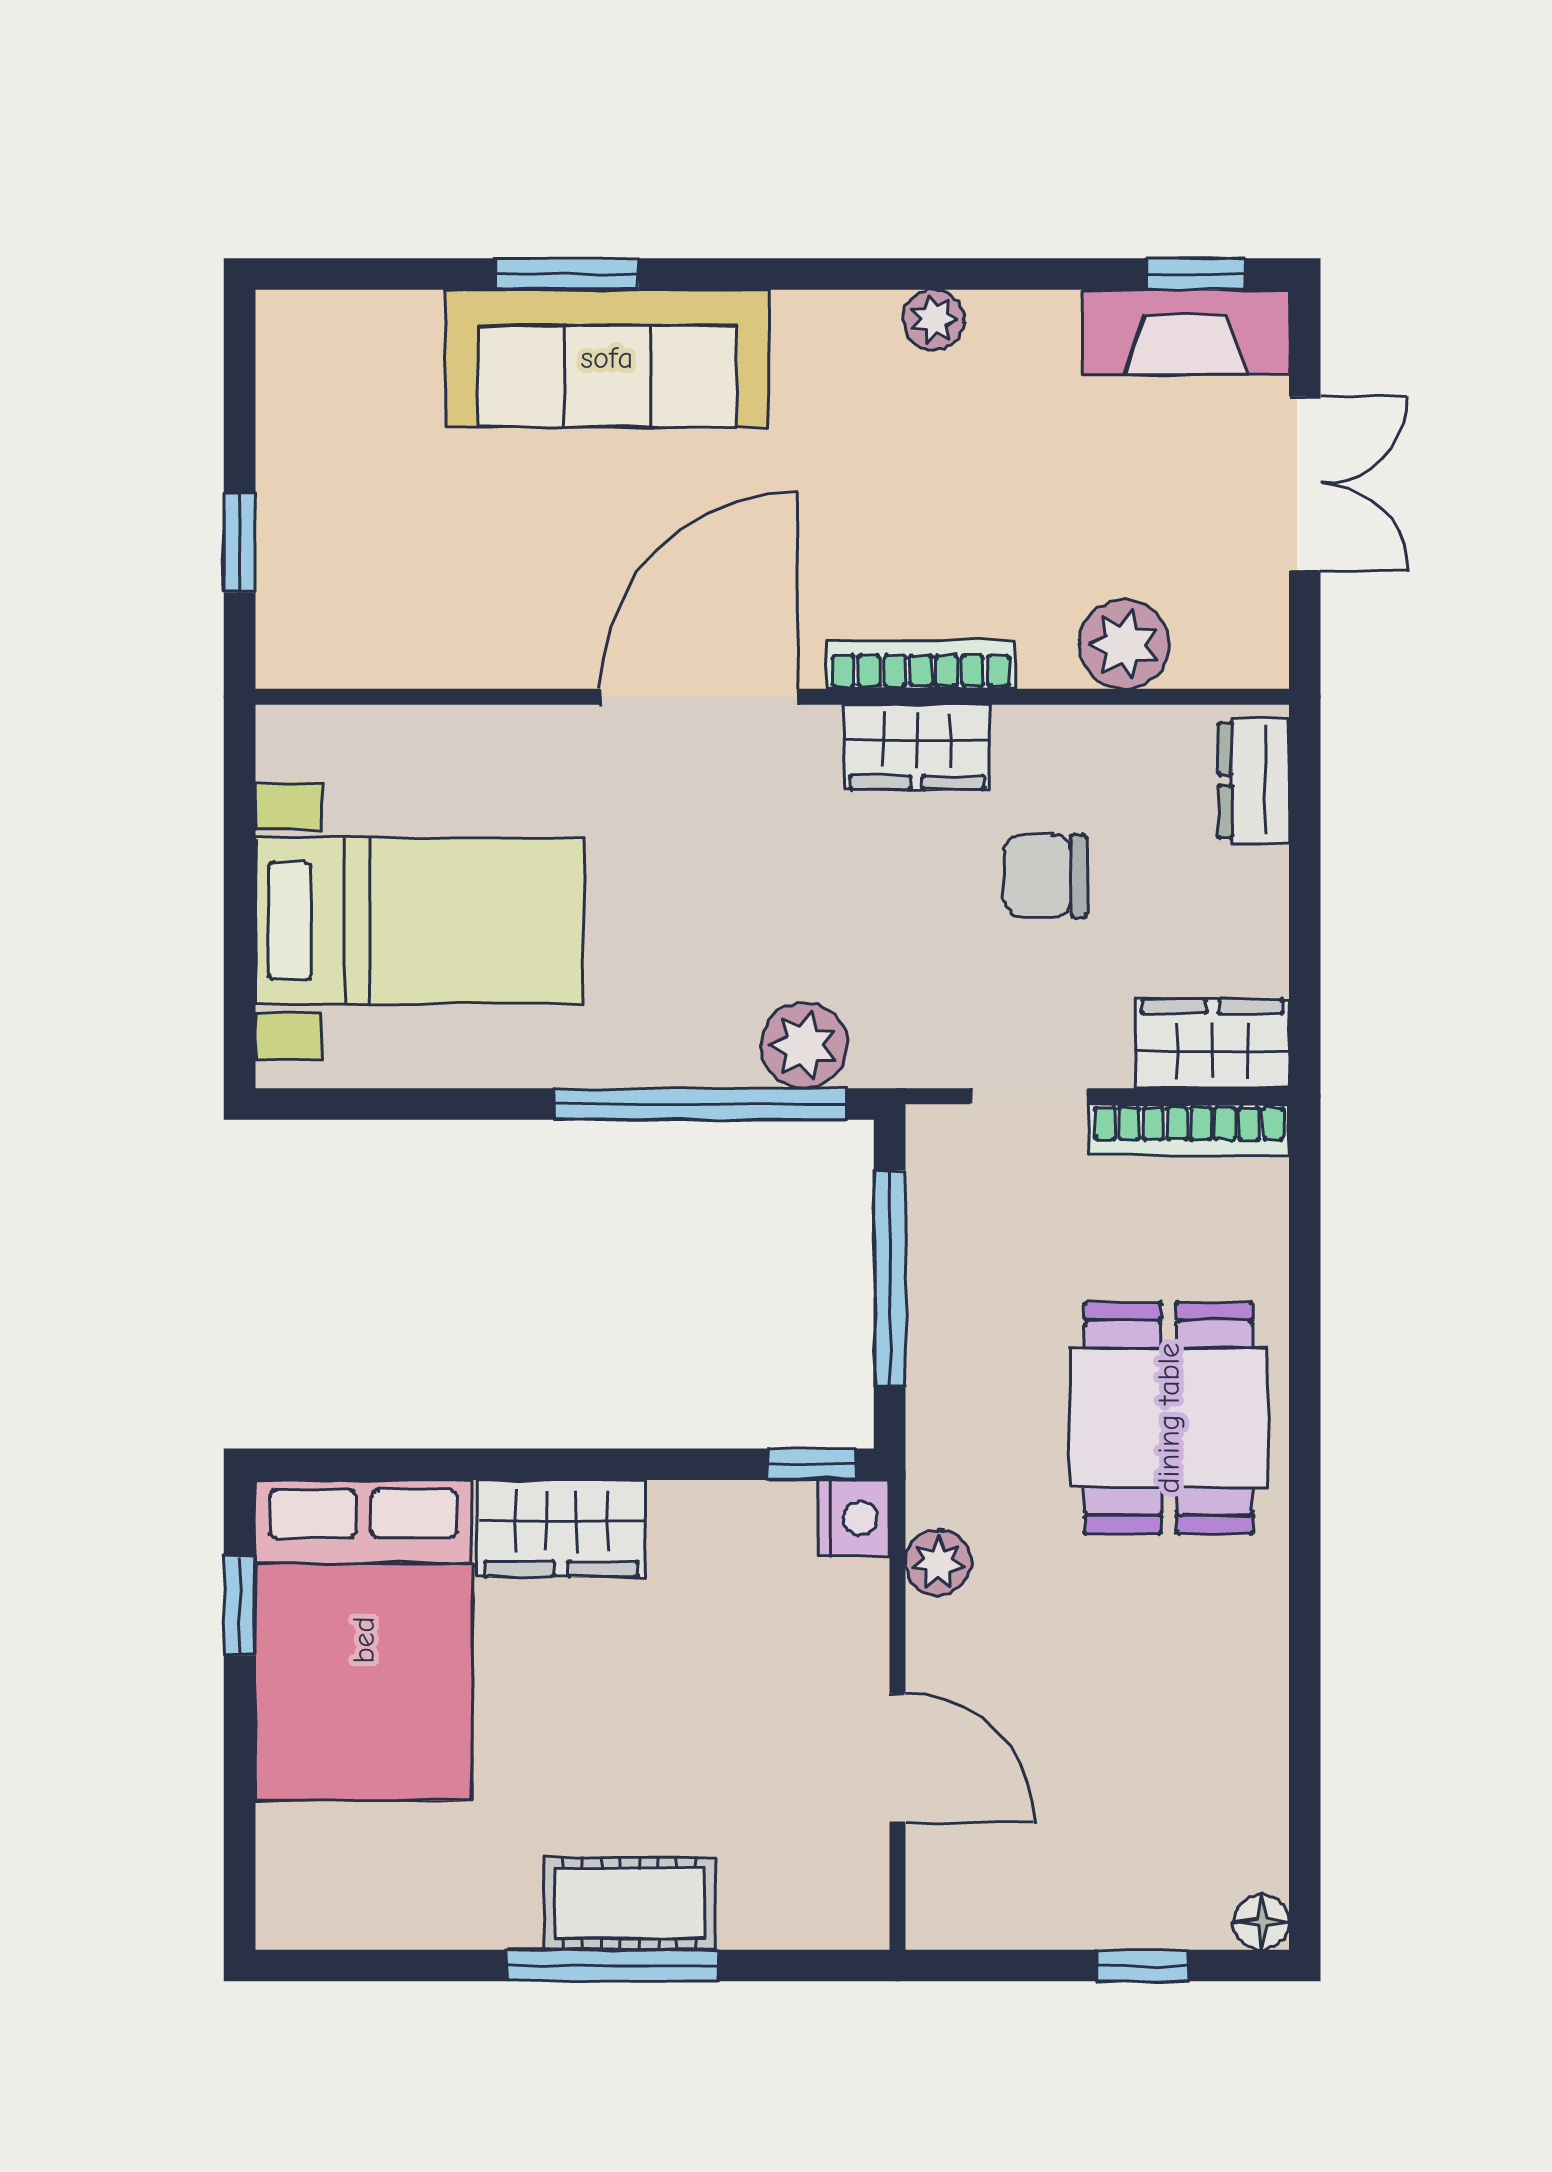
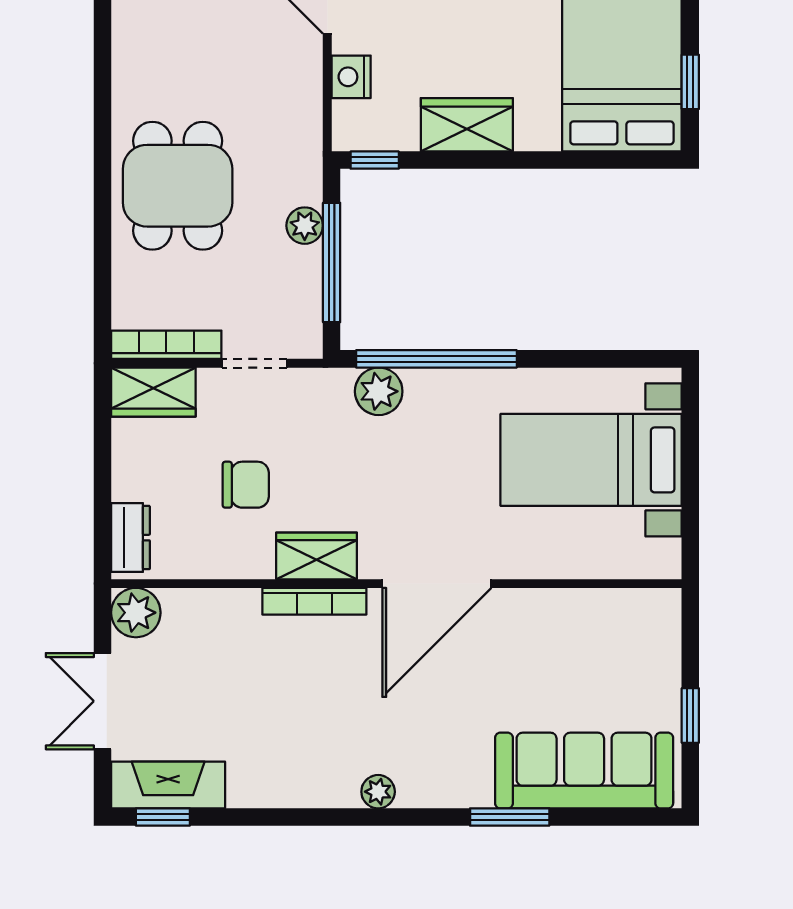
plant: (934, 320) -> (378, 792), moved
sofa: (607, 358) -> (584, 771), moved
window: (240, 543) -> (690, 716), moved
plant: (1124, 644) -> (136, 613), moved
nightstand: (854, 1518) -> (351, 77), moved
wardrobe: (561, 1528) -> (467, 125), moved
plant: (938, 1562) -> (305, 226), moved

